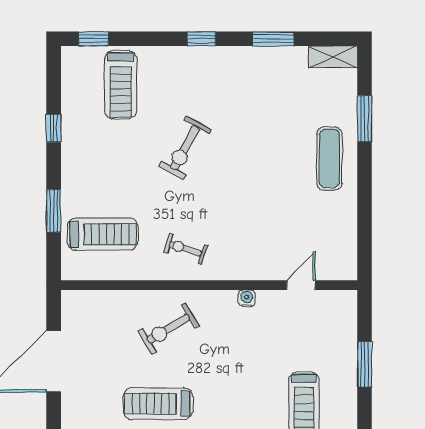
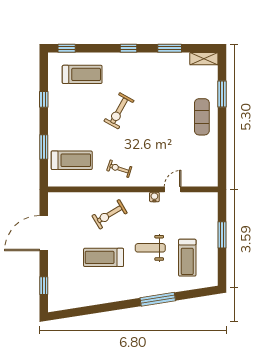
treadmill: (121, 85) -> (82, 74), turned -90
door: (301, 285) -> (173, 189), moved
weight bench: (239, 387) -> (150, 248), added

